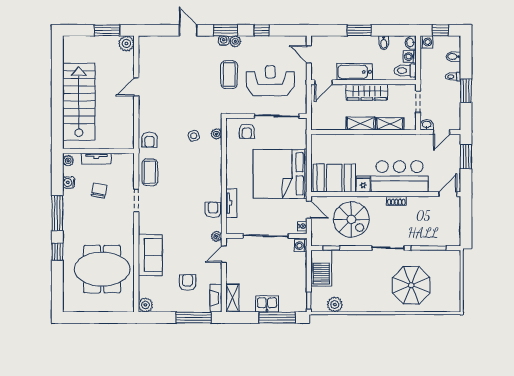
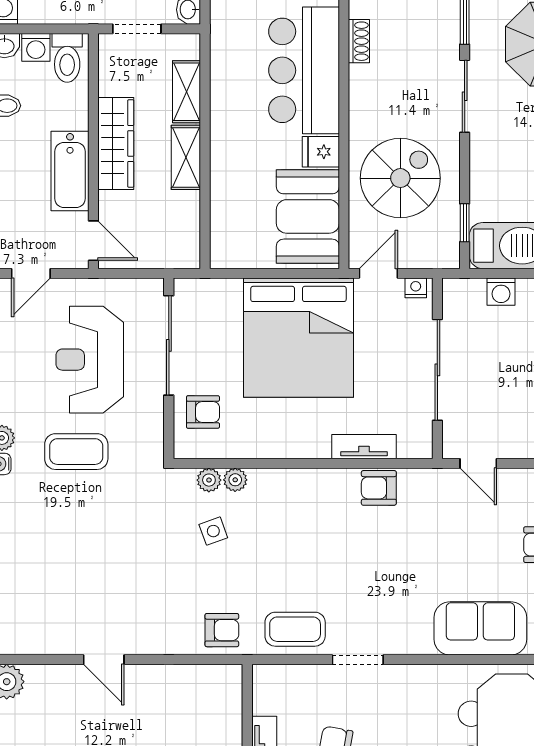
shoe rack: (396, 201) -> (359, 41), moved
plant: (217, 236) -> (235, 480), moved
washing machine: (301, 246) -> (501, 292), moved

